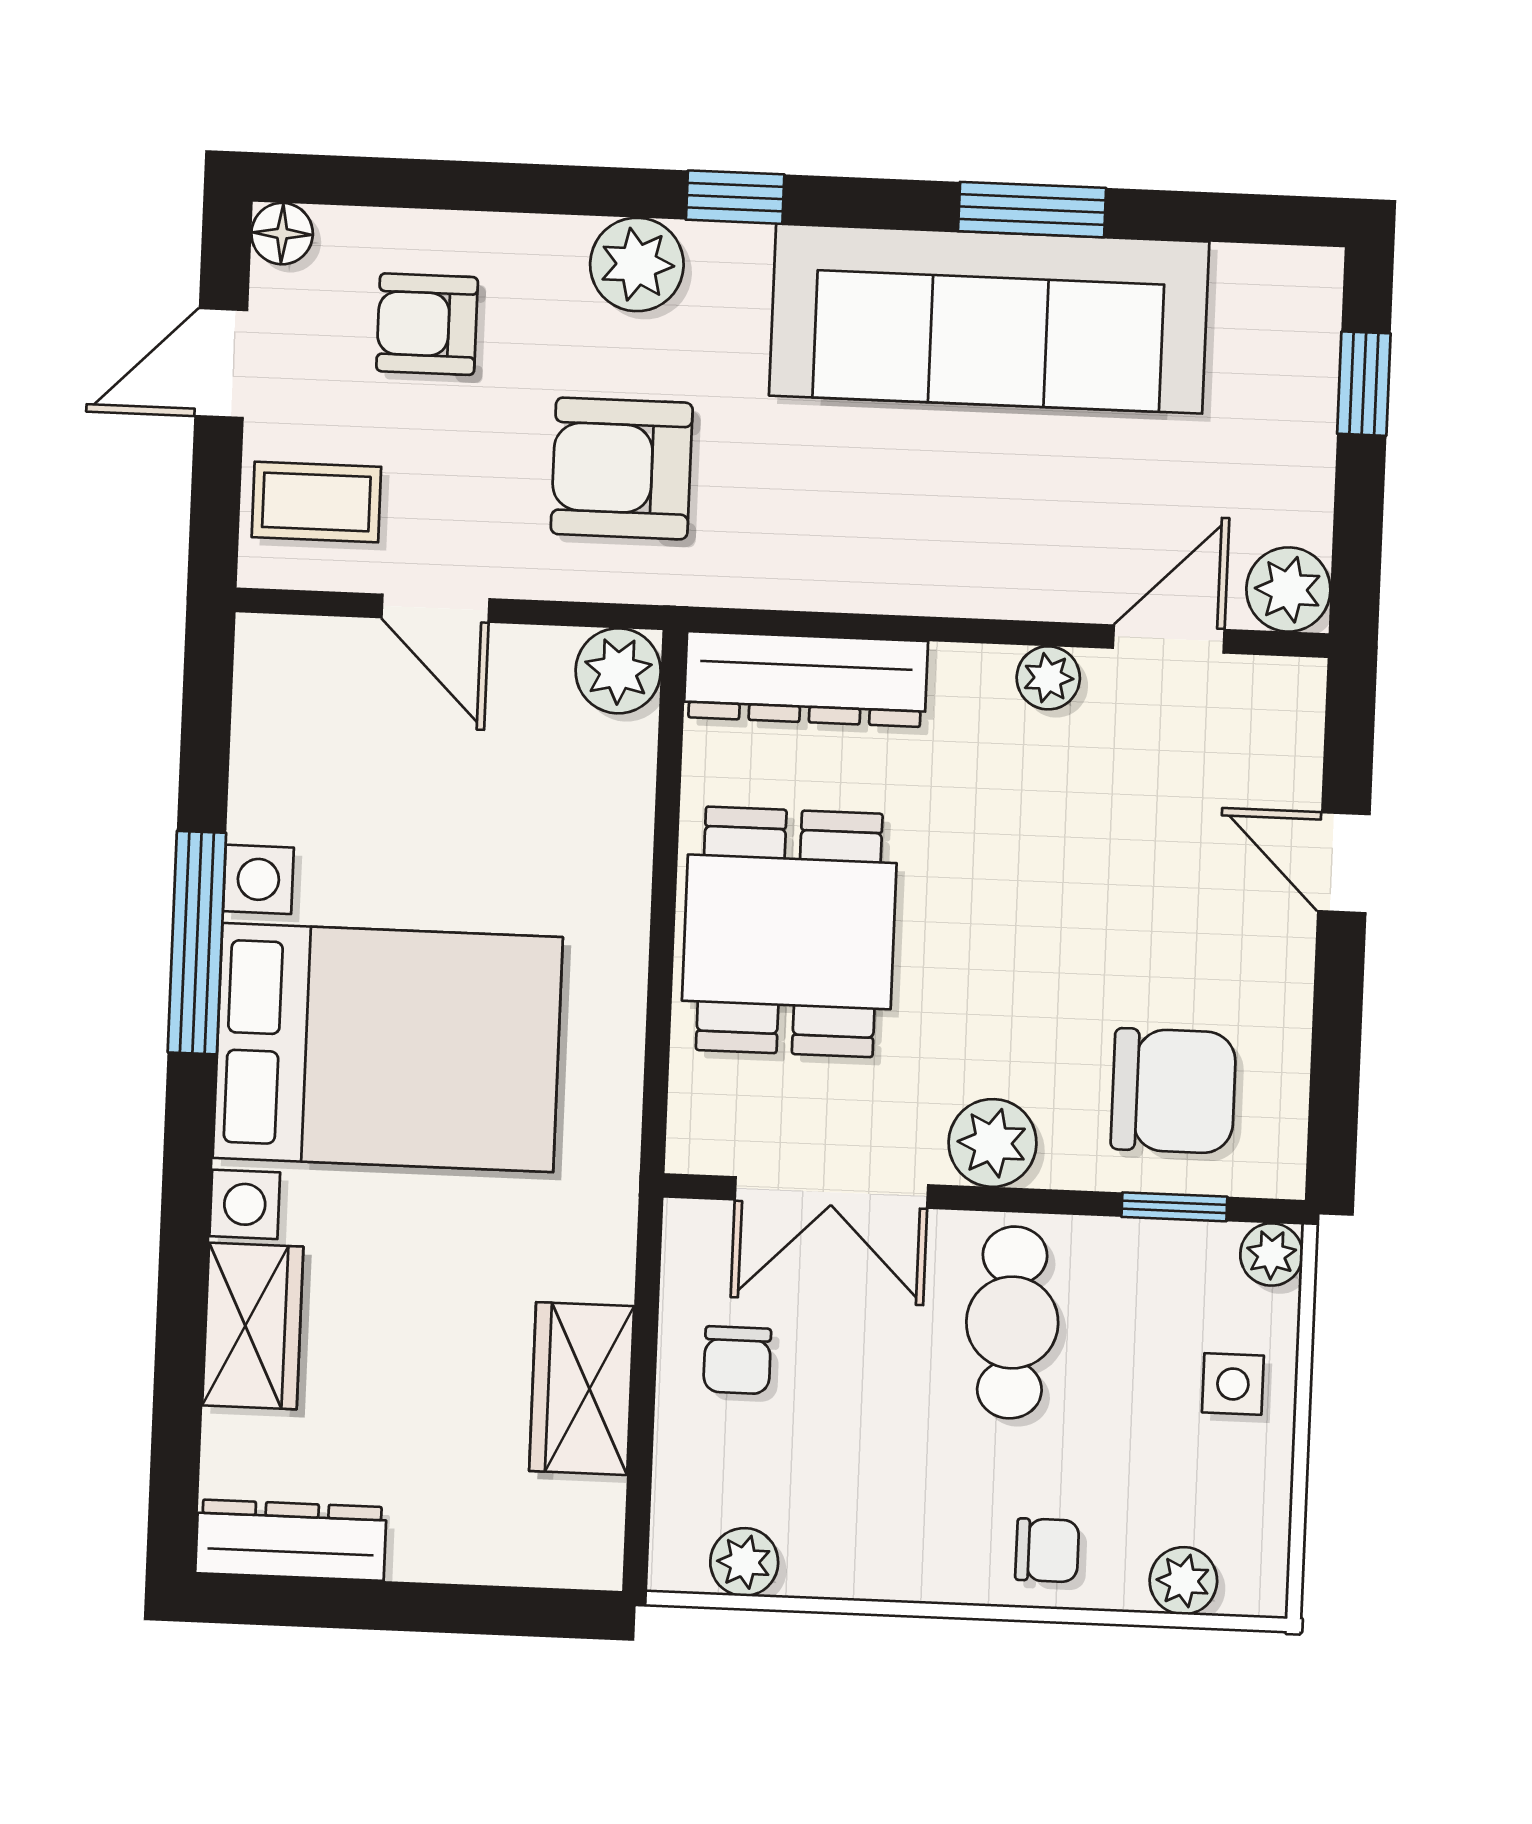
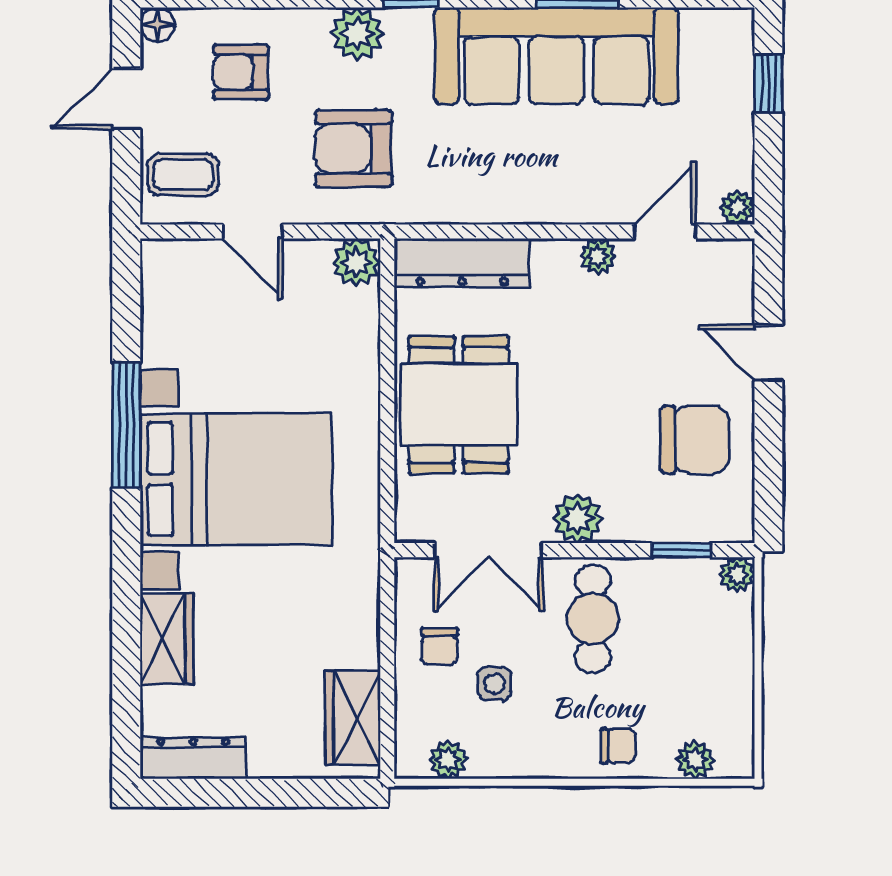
plant: (1288, 589) -> (737, 207), width x0.73, depth x0.73
chair: (1173, 1091) -> (695, 440), moved
side table: (1233, 1384) -> (495, 684), moved
wardrobe: (582, 1389) -> (353, 717), moved

